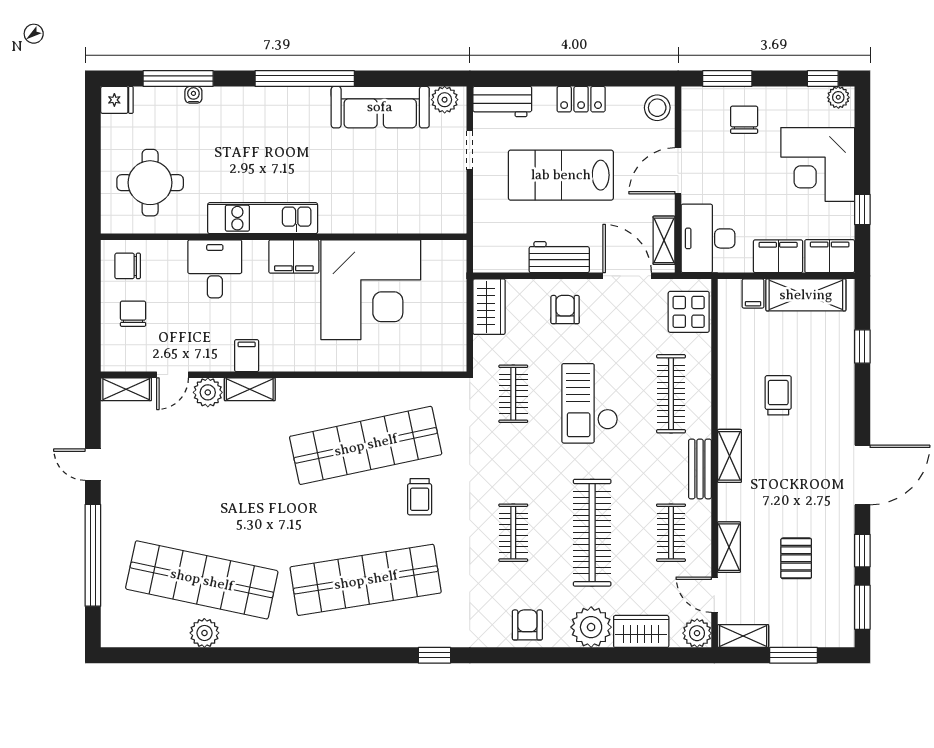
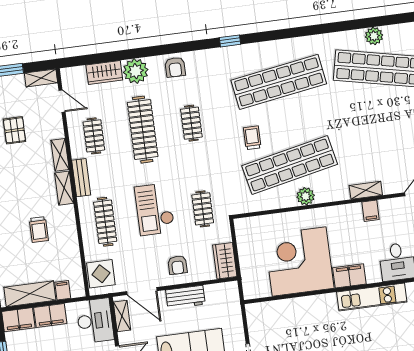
plant: (208, 392) -> (306, 196), moved
checkout: (590, 403) -> (155, 209), turned 180
shelving: (729, 547) -> (60, 155), moved
plant: (697, 633) -> (70, 76), removed

